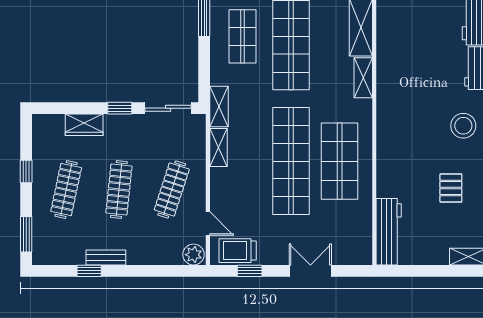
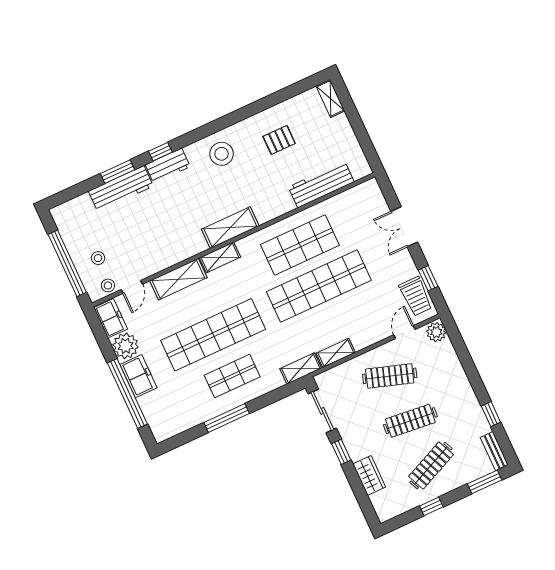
shelving: (388, 101) -> (230, 228), added
clothes rail: (66, 190) -> (431, 465), turned -36
workbench: (389, 232) -> (321, 184), moved
bench: (106, 258) -> (494, 451), moved

